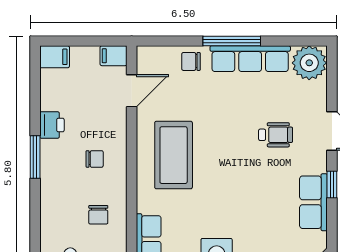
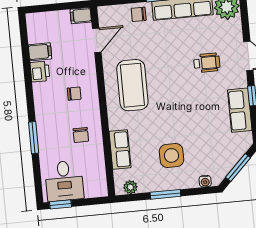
filing cabinet: (55, 57) -> (40, 52), moved
window: (35, 157) -> (34, 138), moved

